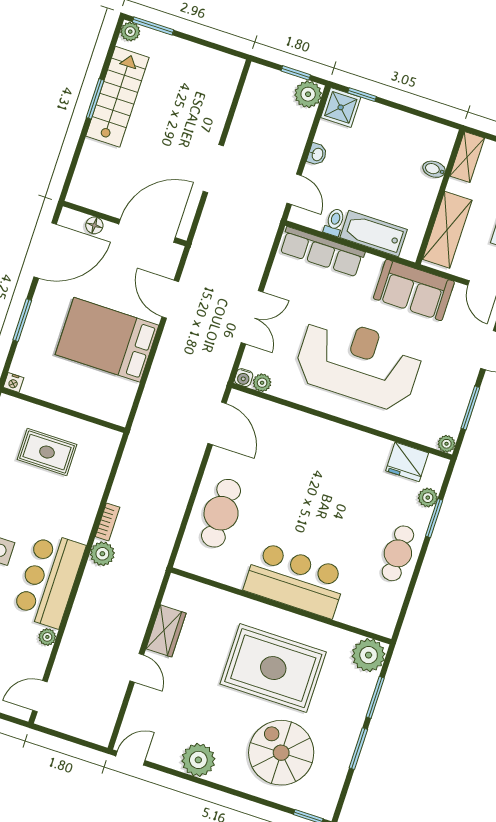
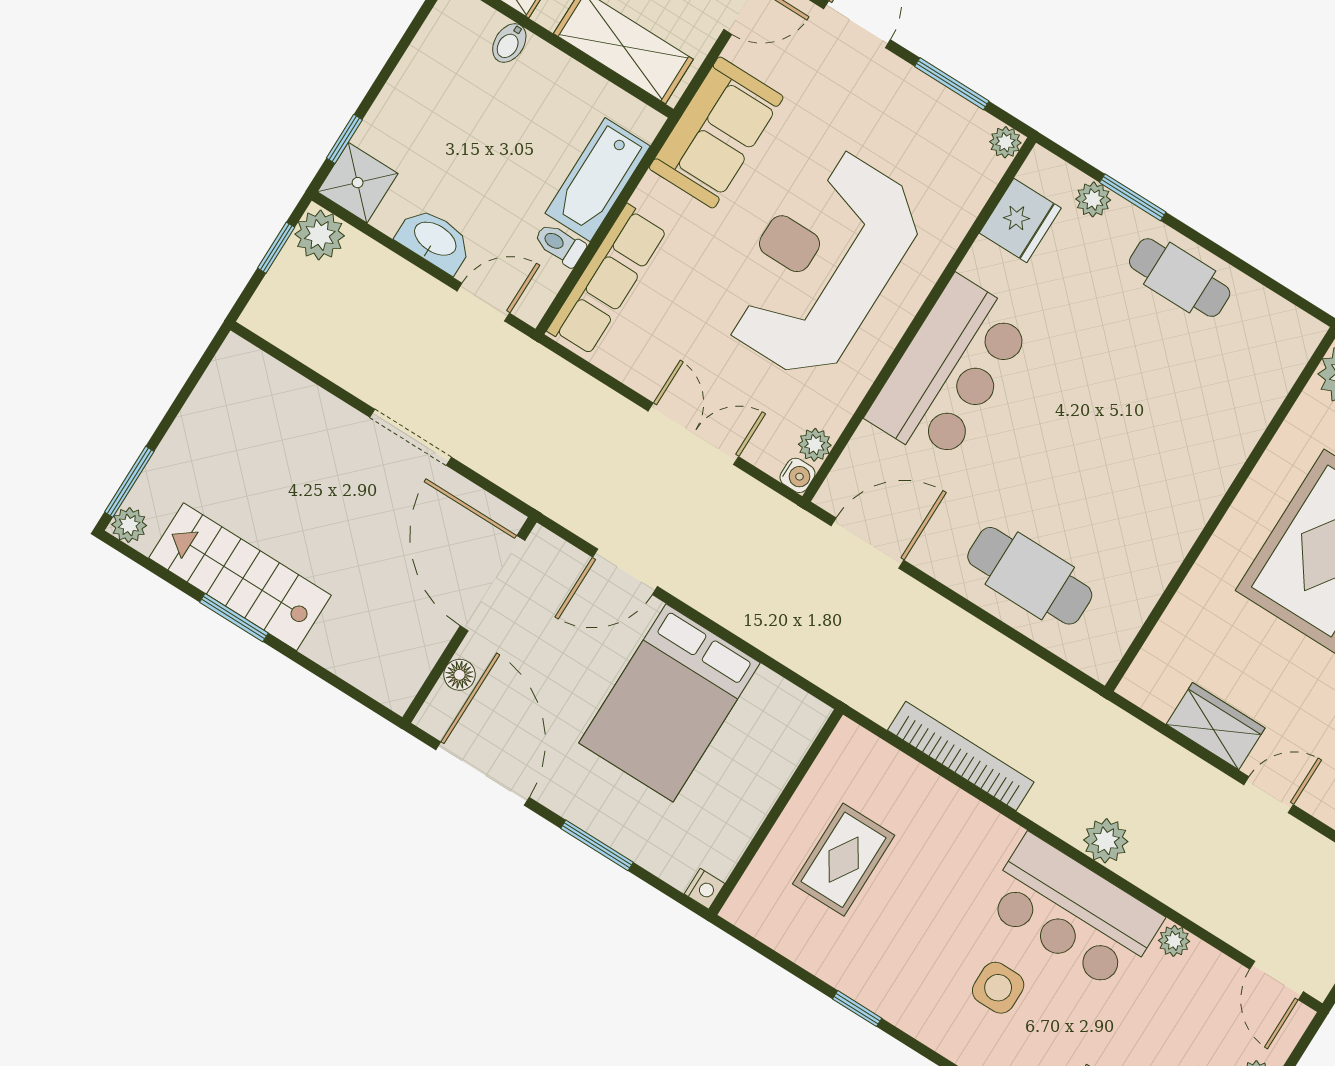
washbasin: (317, 154) -> (435, 240), width x1.91, depth x1.45
bookcase: (108, 522) -> (961, 756), width x2.31, depth x1.31
plant: (102, 554) -> (1106, 841), moved
bar counter: (296, 580) -> (950, 370), moved, turned 180

